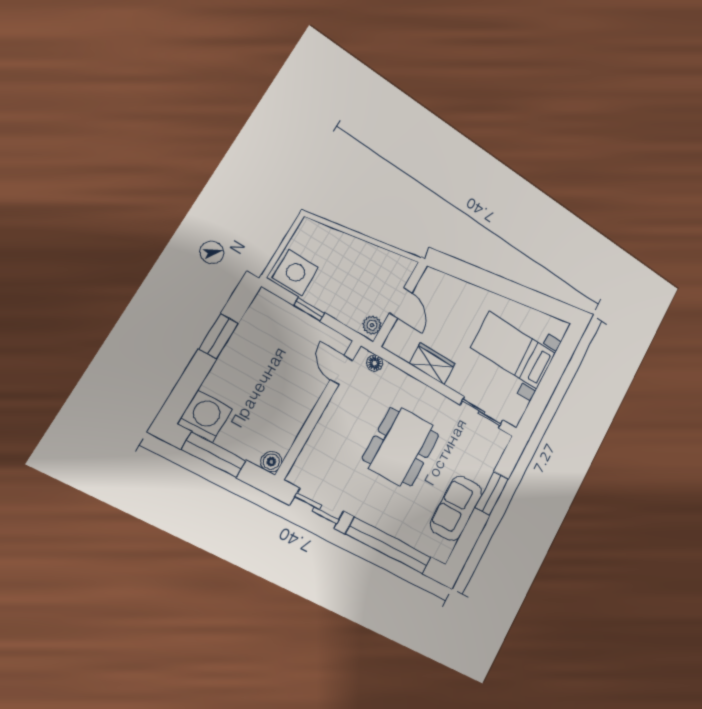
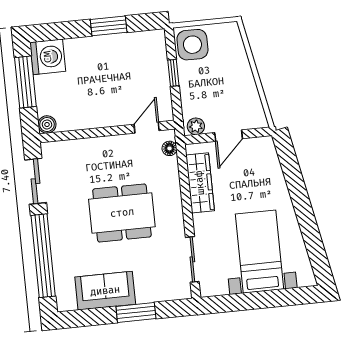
wardrobe: (432, 364) -> (200, 183), width x1.50

